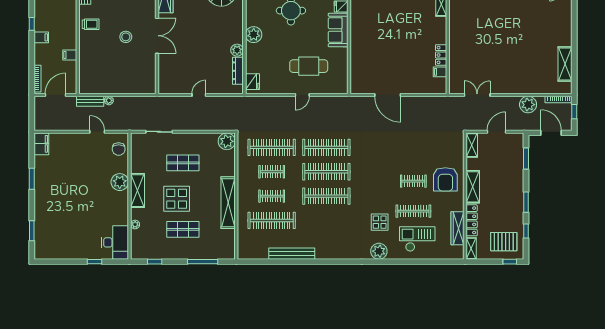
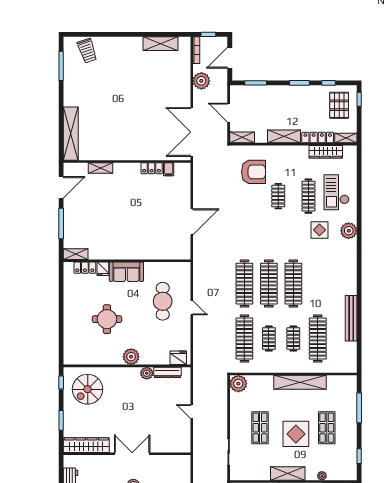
double door: (477, 95) -> (192, 132), width x1.87
armchair: (445, 179) -> (253, 172), moved

